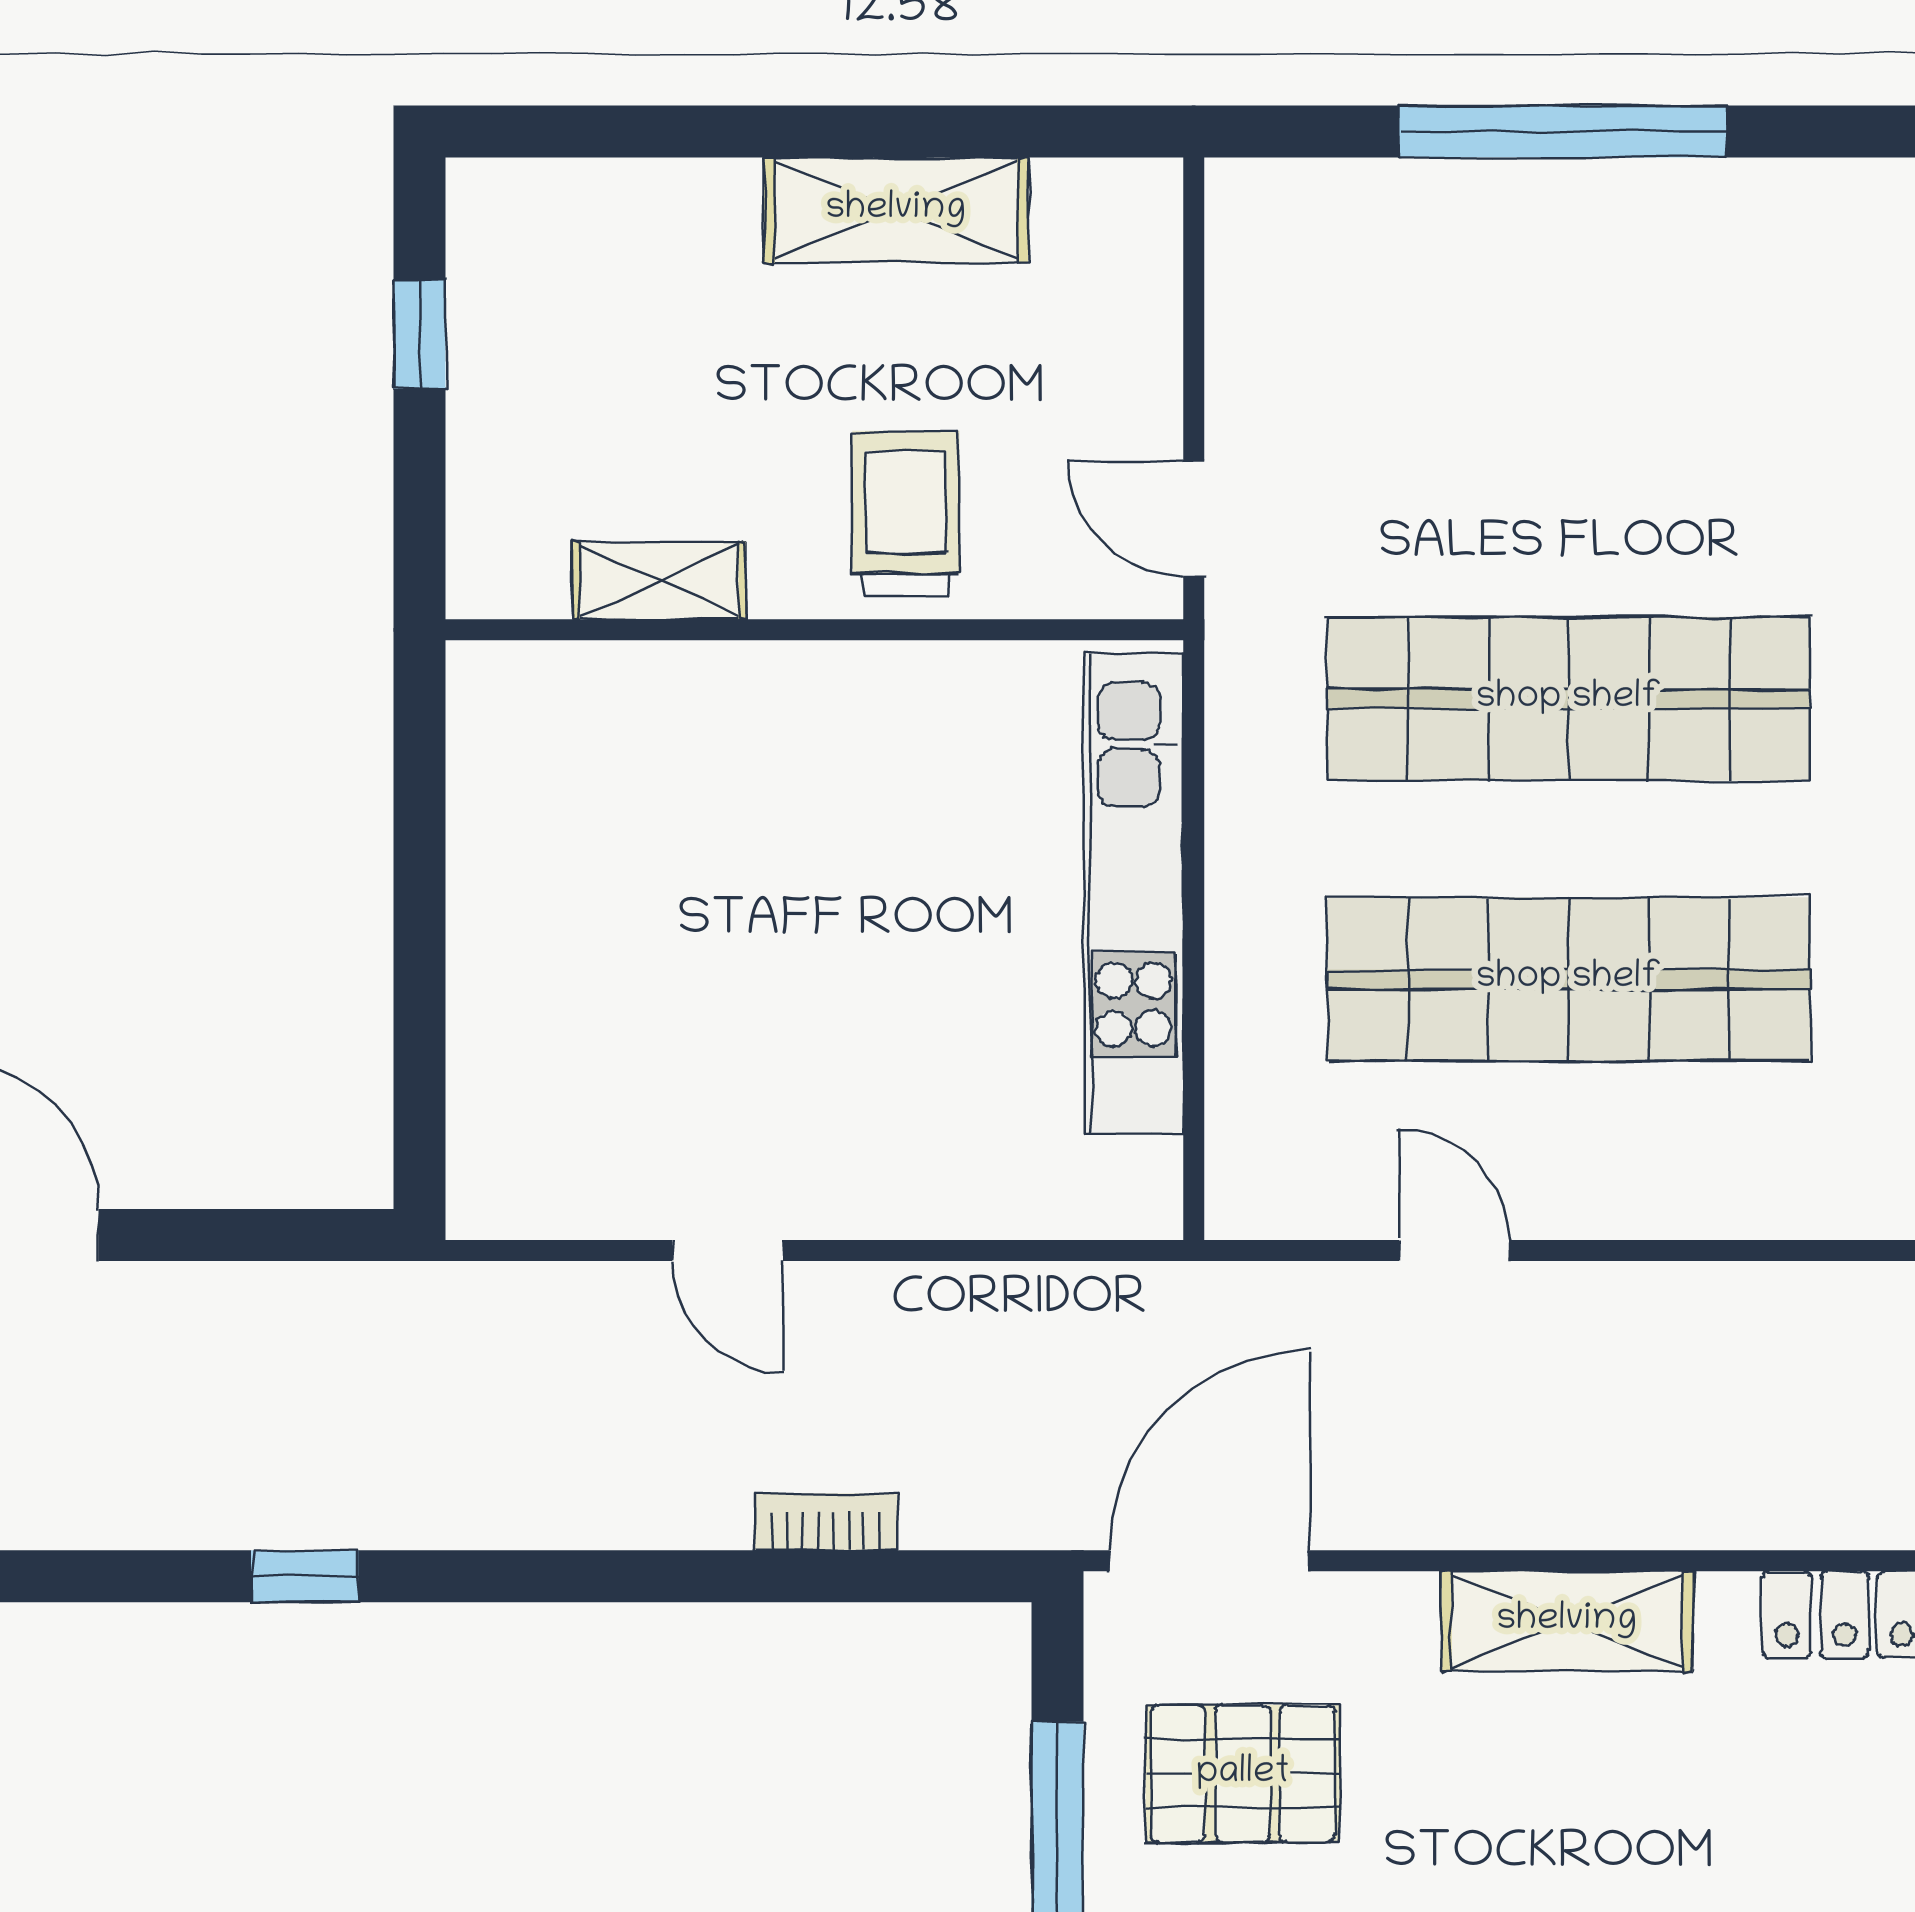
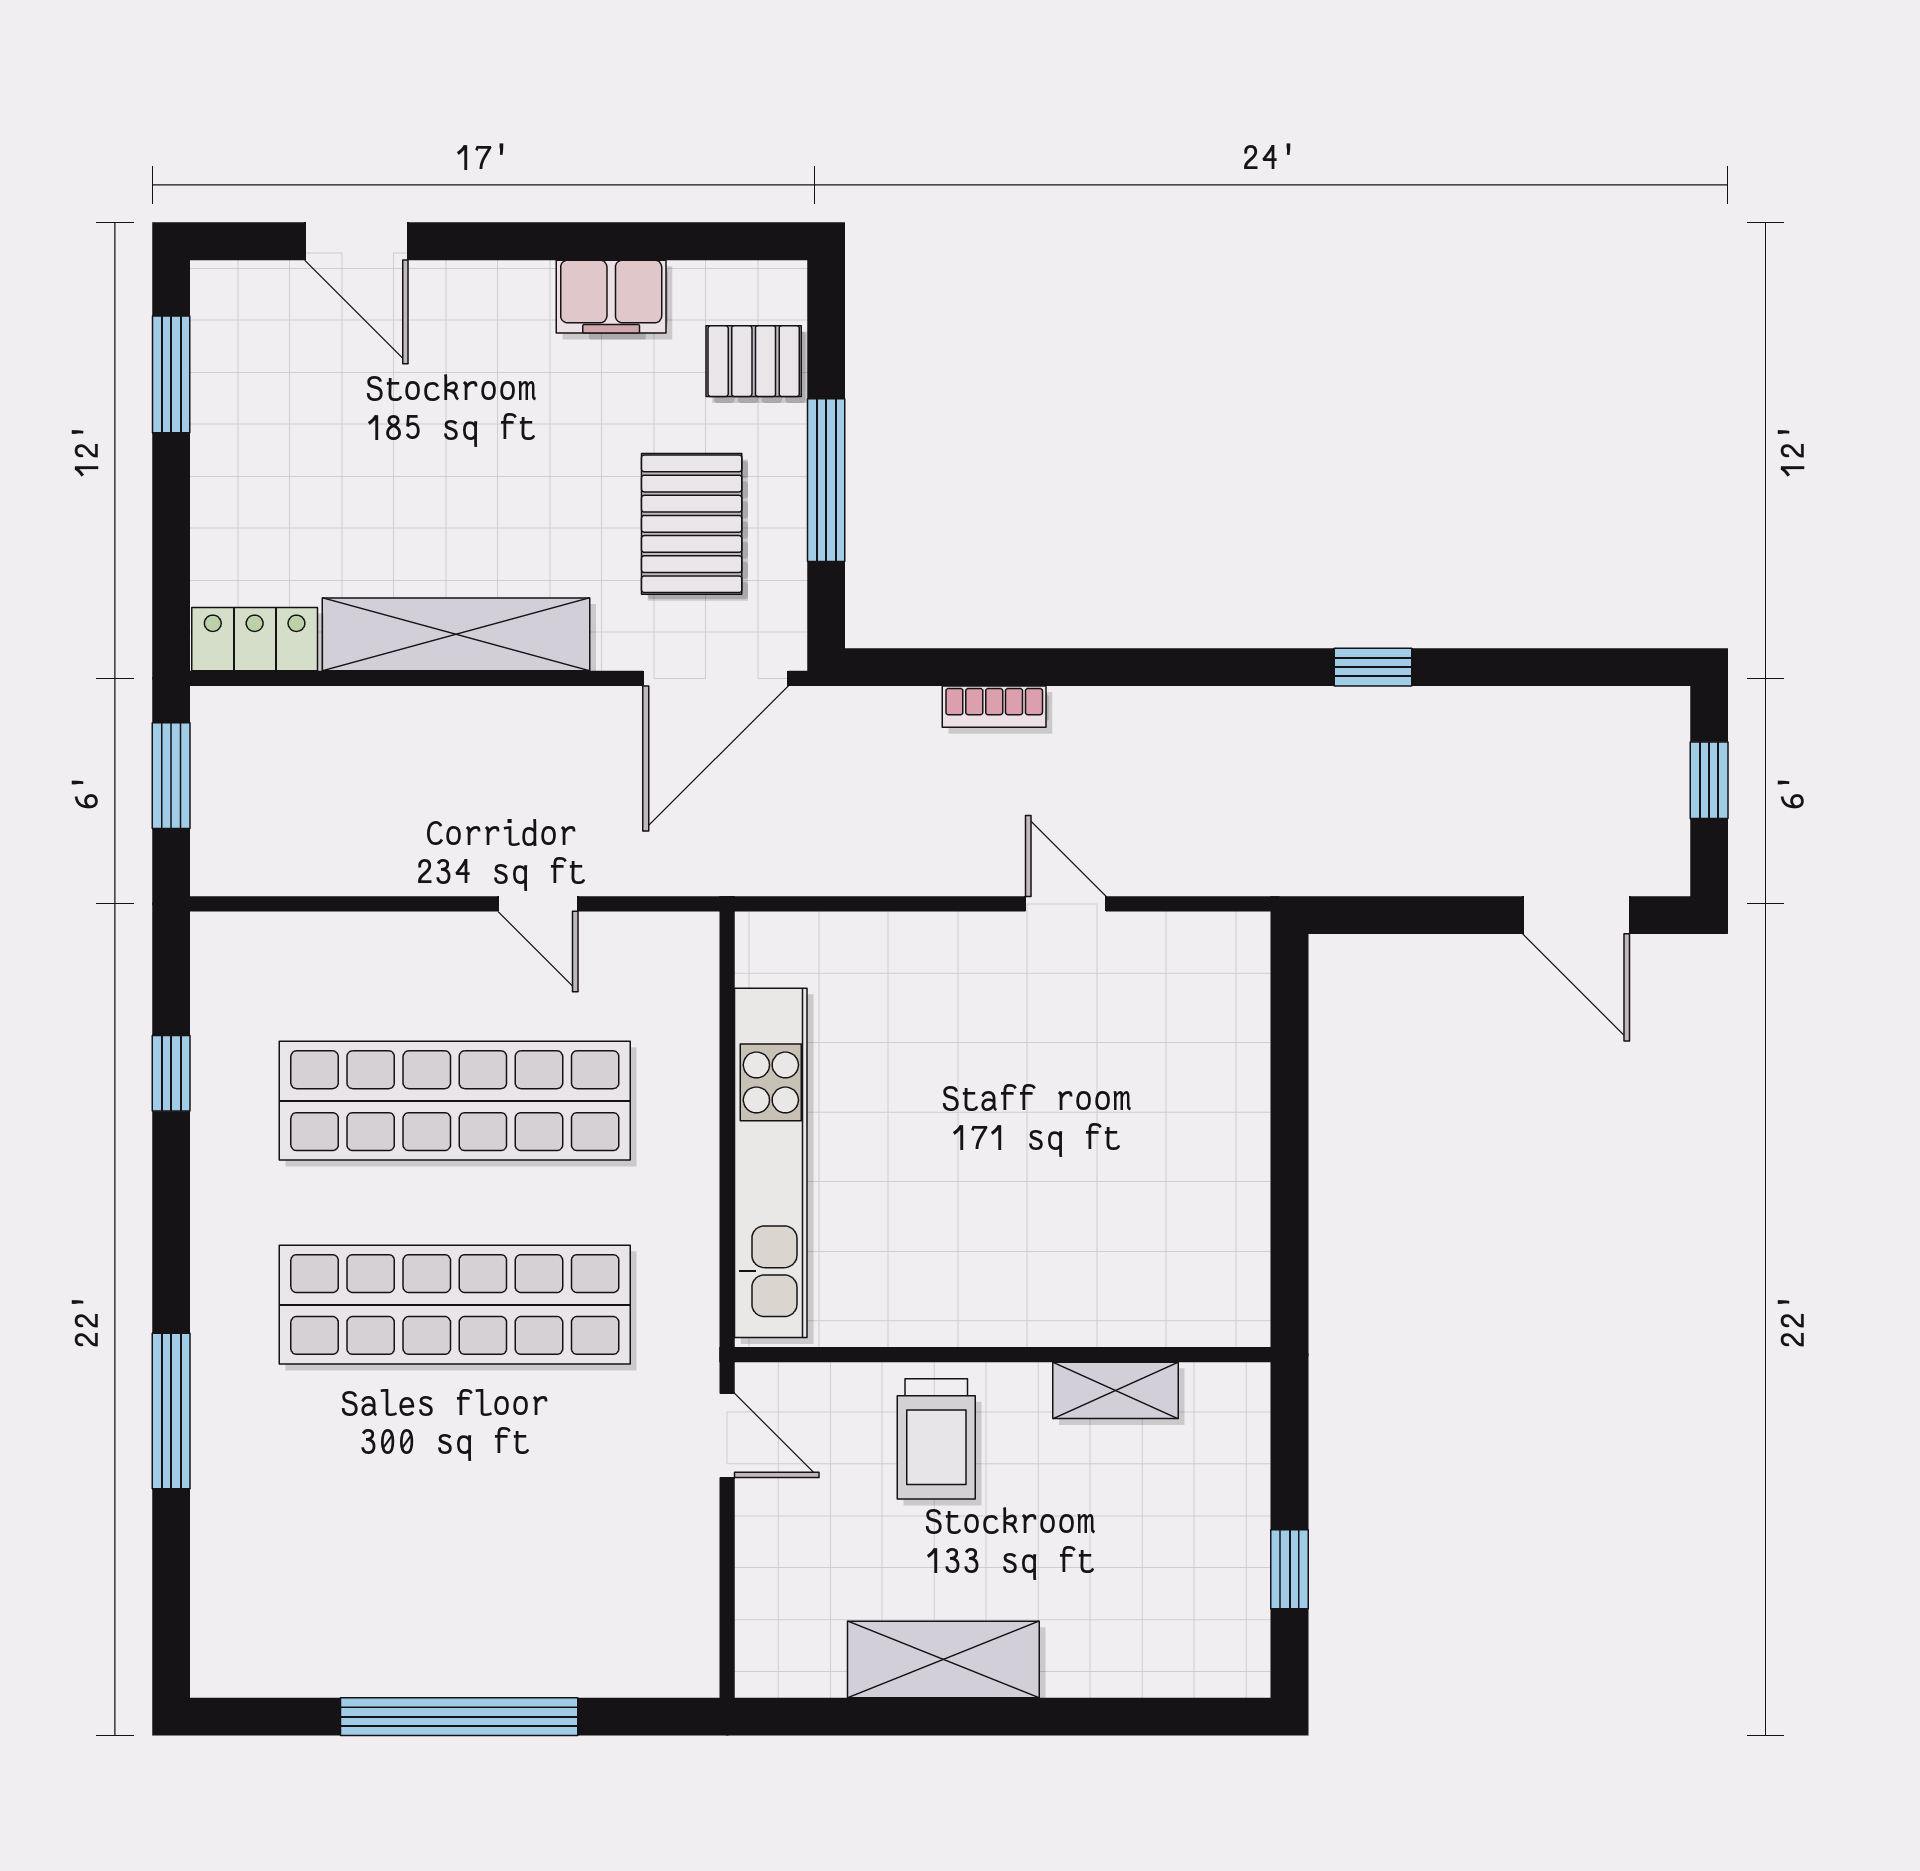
shelving: (1567, 1621) -> (456, 634), width x1.47
pallet: (1243, 1774) -> (692, 524), turned 90

